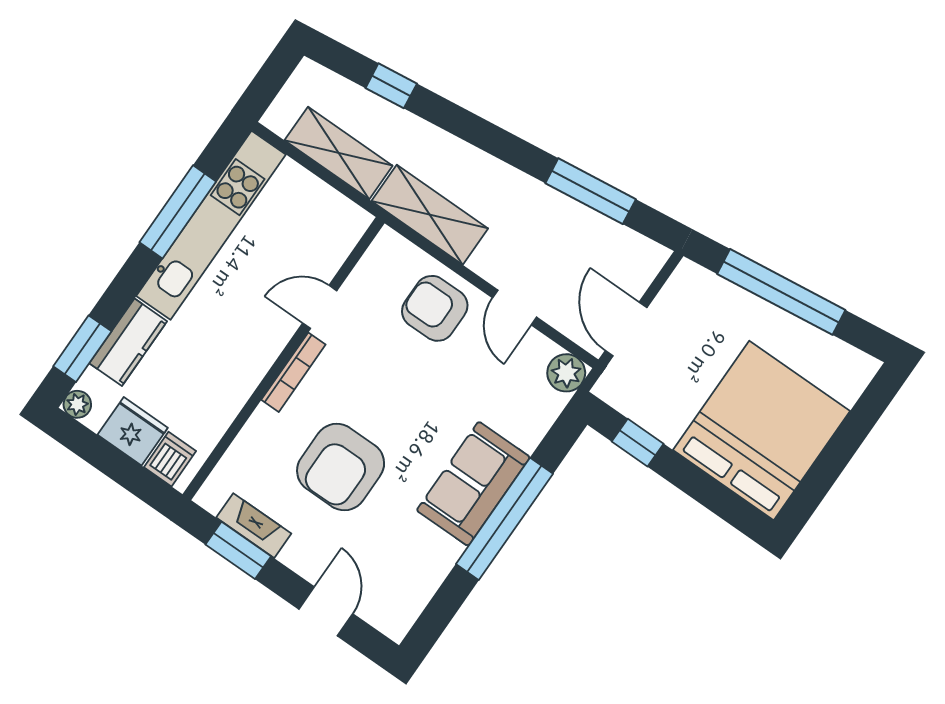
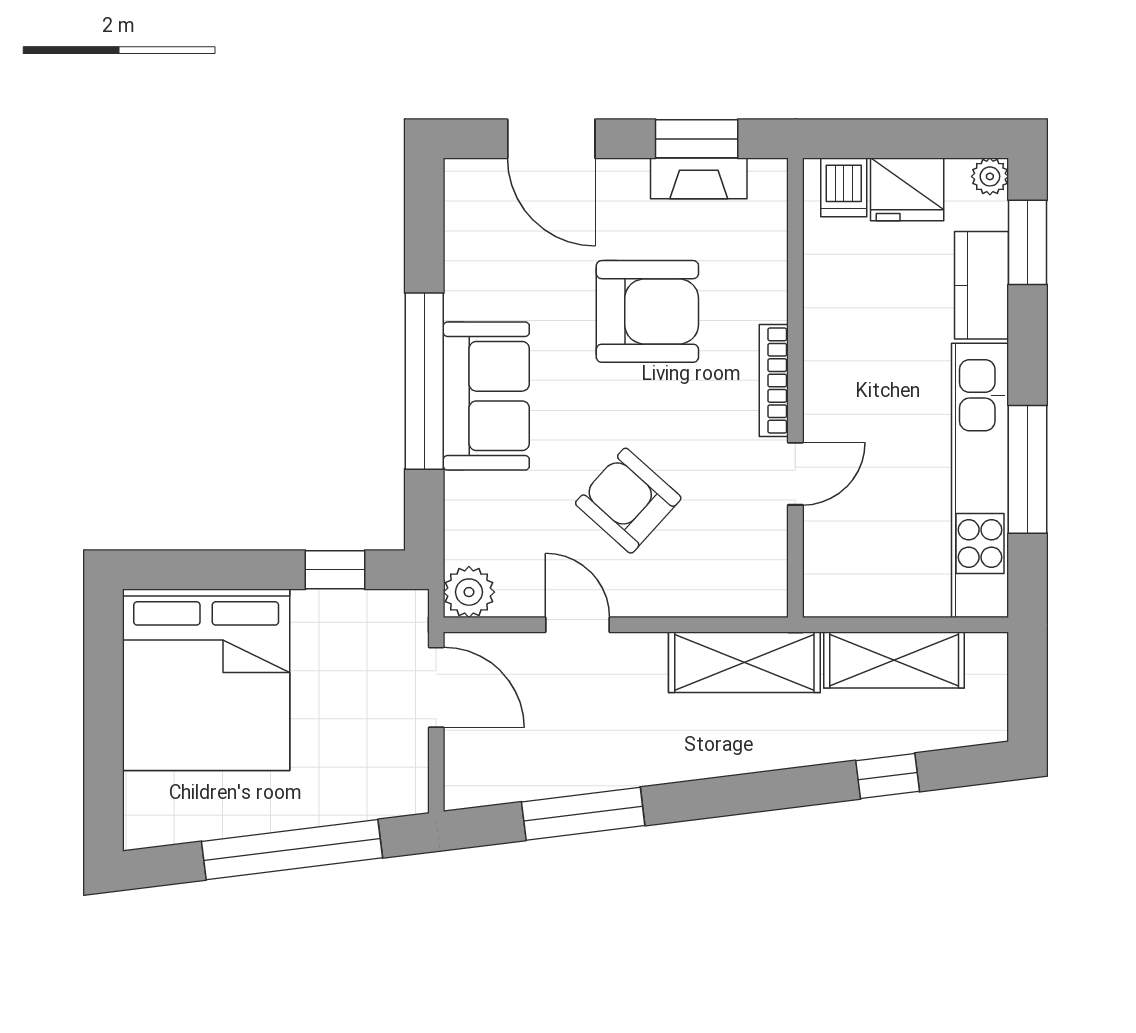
armchair: (435, 308) -> (628, 501), moved, turned -138
armchair: (341, 467) -> (647, 311), turned 90
door: (326, 611) -> (551, 139), width x1.38

